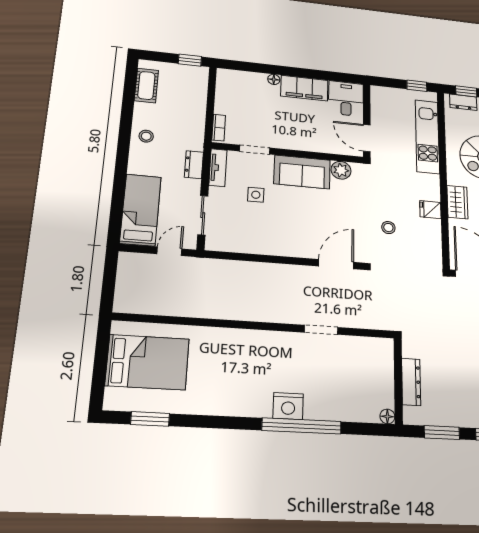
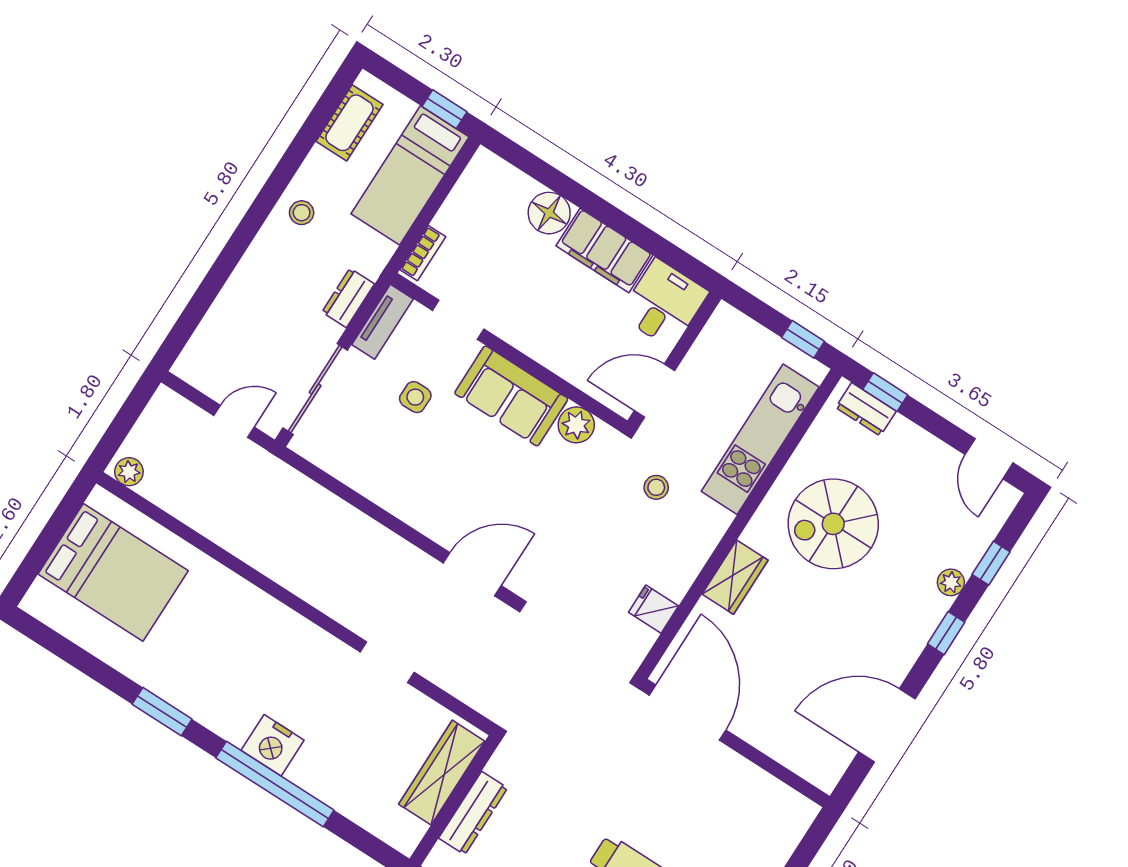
floor lamp: (274, 79) -> (549, 213), width x1.89, depth x1.89
door: (367, 138) -> (654, 391), hinge flipped
bed: (141, 210) -> (410, 175), moved, turned 180
fridge: (430, 210) -> (653, 609), moved
sliding door: (203, 215) -> (315, 389), width x1.37
stool: (388, 228) -> (656, 487), moved
plant: (127, 305) -> (129, 472), added
wardrobe: (383, 370) -> (442, 773), added
floor lamp: (387, 416) -> (406, 842), removed
window: (150, 419) -> (162, 712), moved

